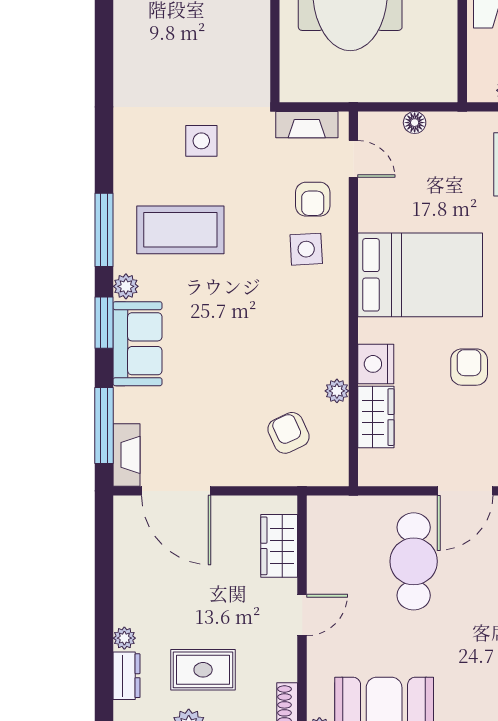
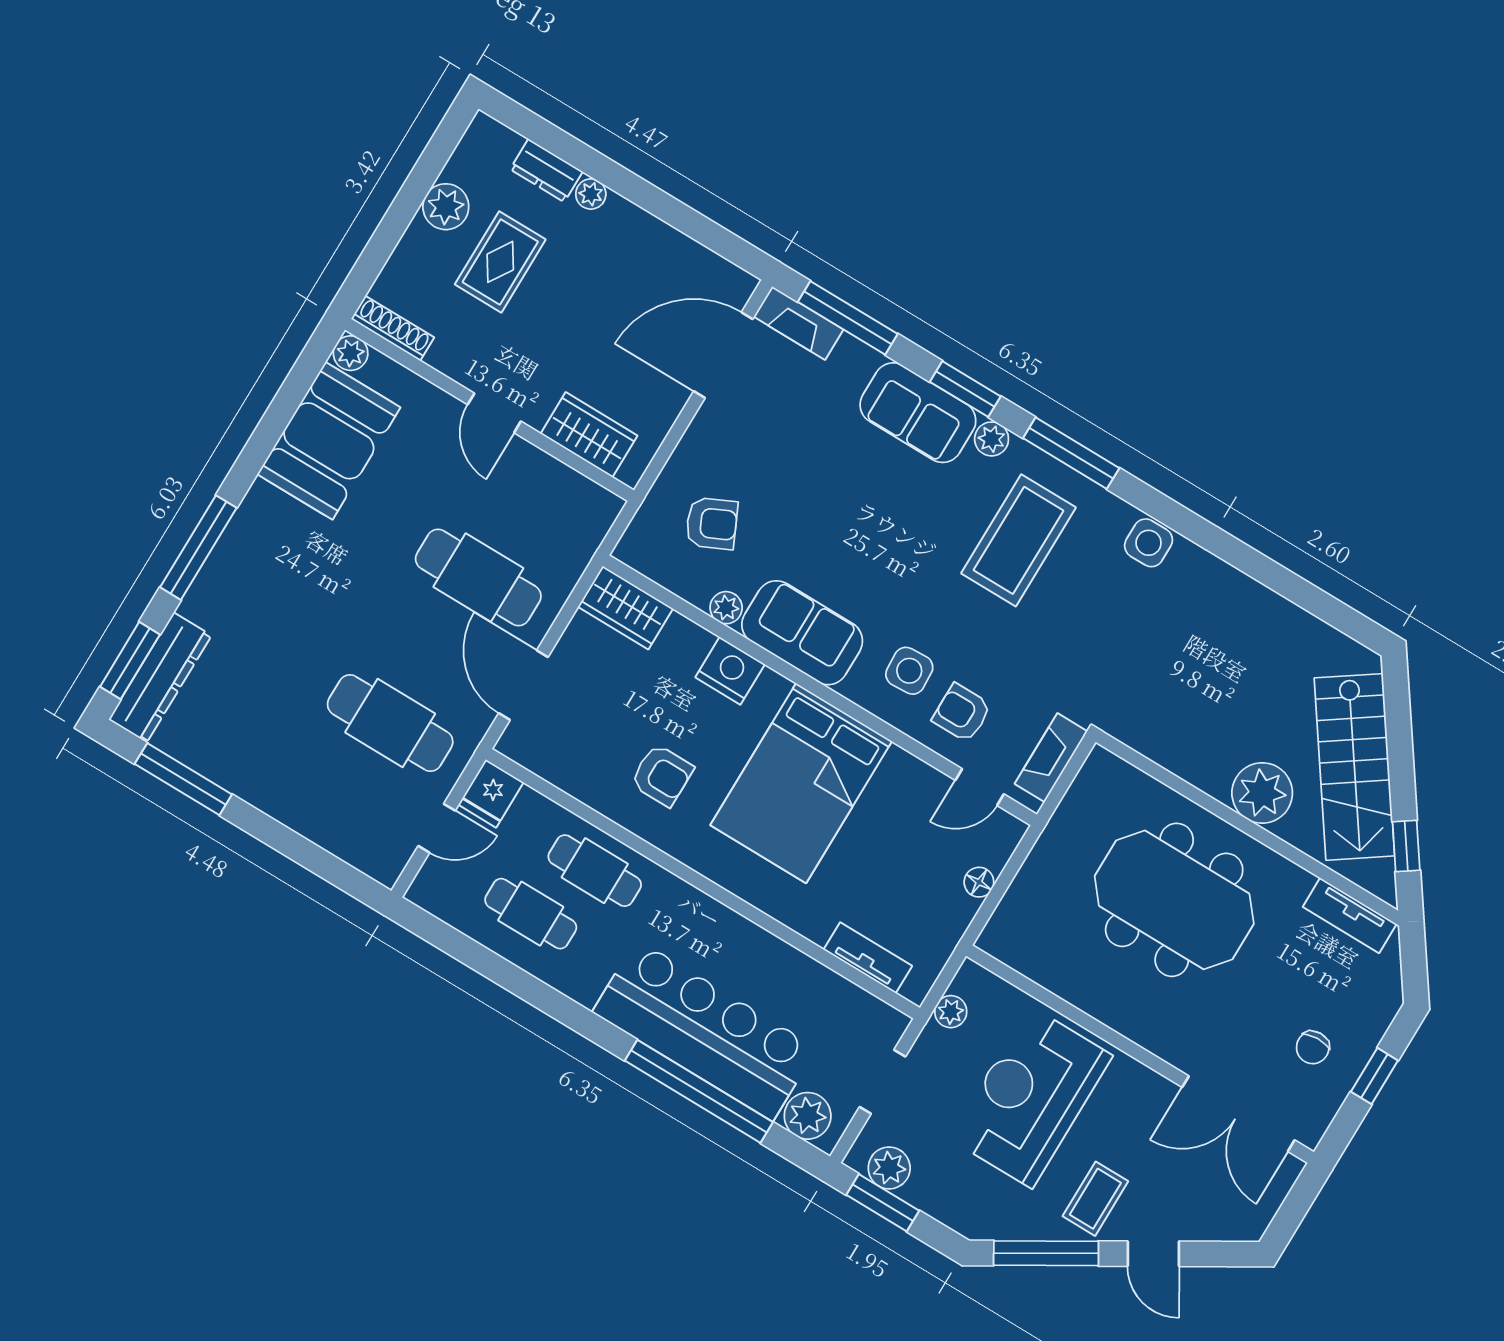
side table: (201, 141) -> (1149, 543), moved
sofa: (323, 333) -> (802, 633), added
wardrobe: (376, 417) -> (626, 608), moved

